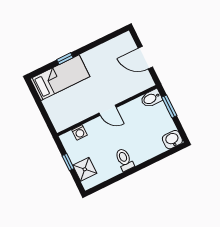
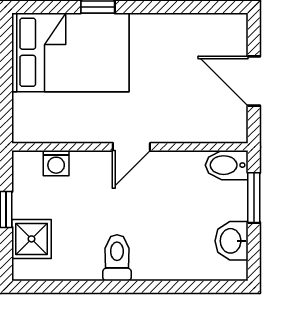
bed: (60, 78) -> (70, 52), width x1.50
door: (108, 110) -> (131, 147), hinge flipped
washbasin: (172, 140) -> (232, 241), moved, turned -90

